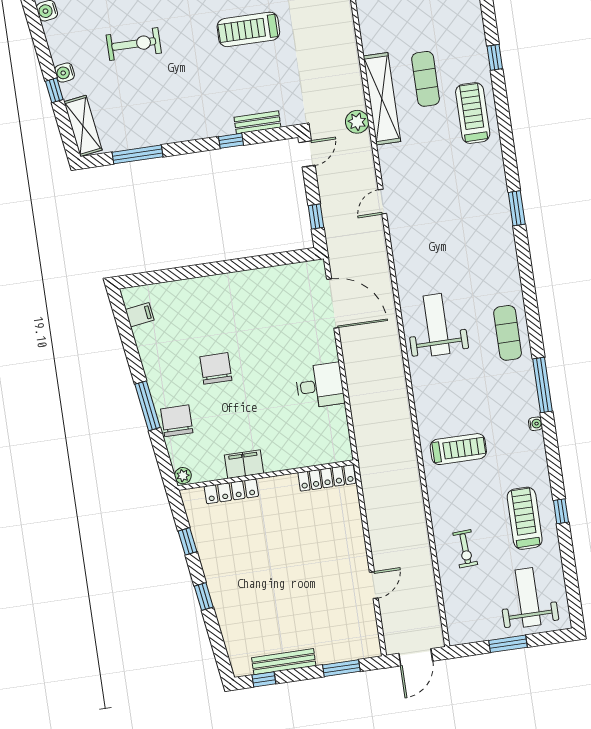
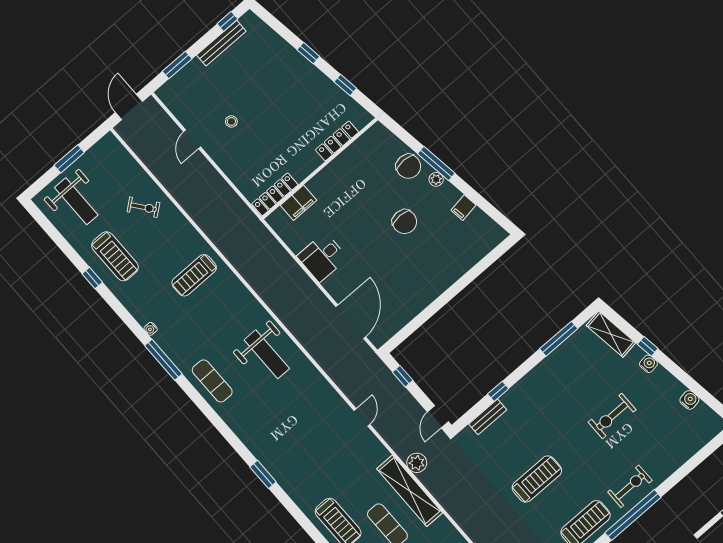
door: (333, 303) -> (351, 322), swing flipped
filing cabinet: (140, 315) -> (464, 208), moved
filing cabinet: (244, 464) -> (298, 203), moved
plant: (183, 476) -> (436, 179), moved
exercise bike: (465, 549) -> (143, 207), turned 145
stool: (324, 578) -> (231, 121), added

